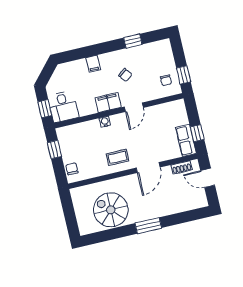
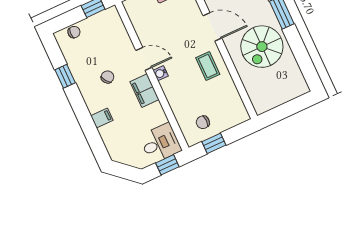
chair: (166, 80) -> (74, 32), moved
water cooler: (105, 122) -> (161, 73), moved
chair: (72, 169) -> (203, 122), moved
spiral stairs: (111, 210) -> (262, 47), moved

